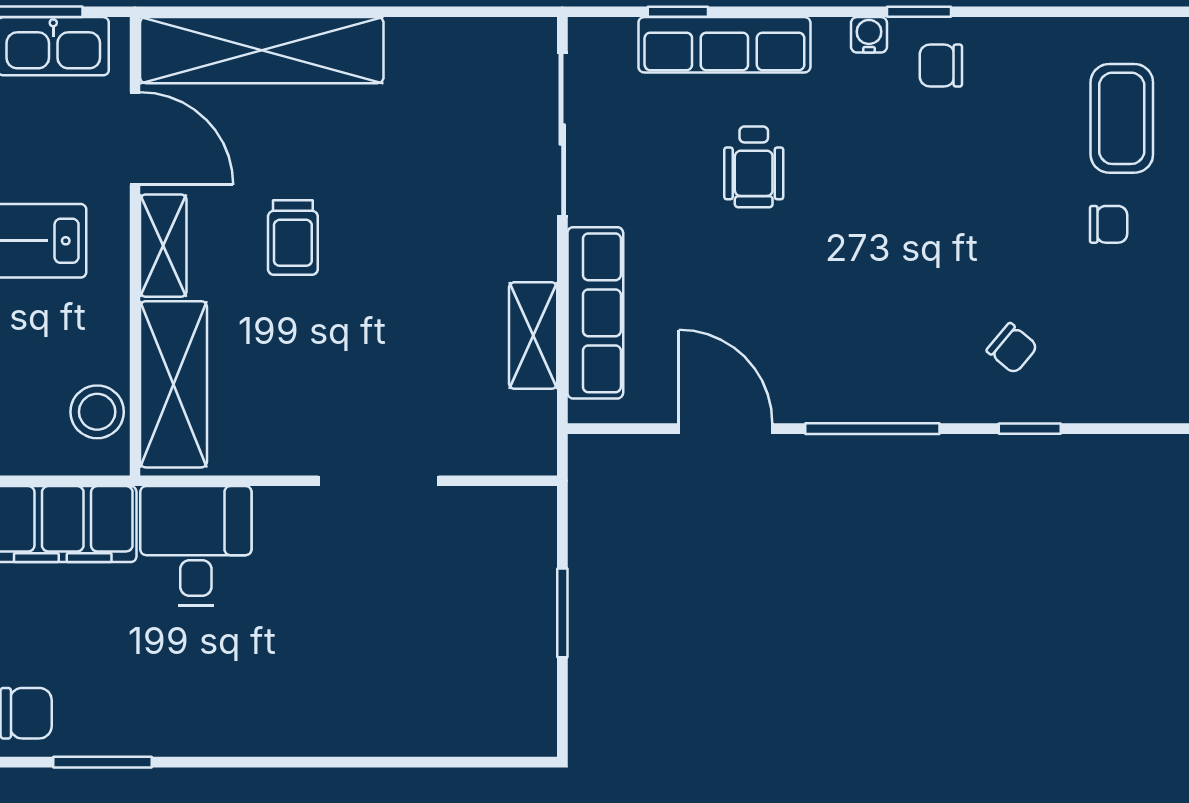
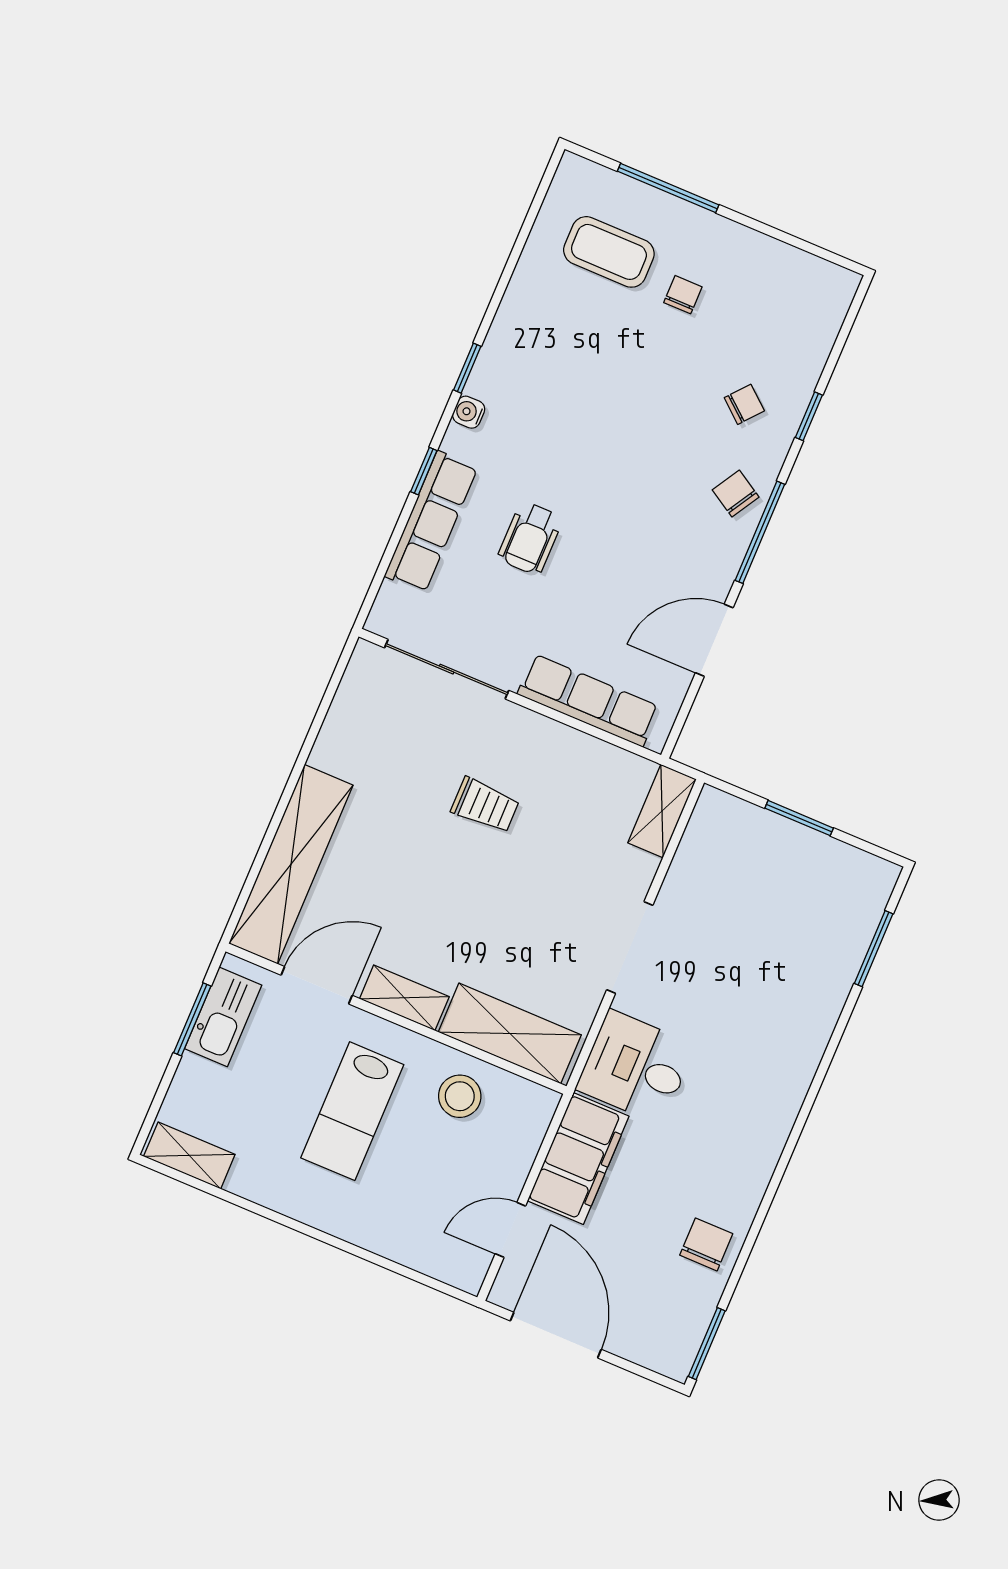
window: (678, 12) -> (424, 471), moved
chair: (941, 66) -> (736, 494), moved, turned 121
wheelchair: (754, 167) -> (530, 538), turned 90
trolley: (293, 238) -> (485, 805), moved
shelving: (533, 336) -> (662, 811), moved, turned 90
stool: (97, 412) -> (460, 1096), moved
doorway: (378, 481) -> (630, 947), moved
window: (102, 762) -> (874, 949), moved

